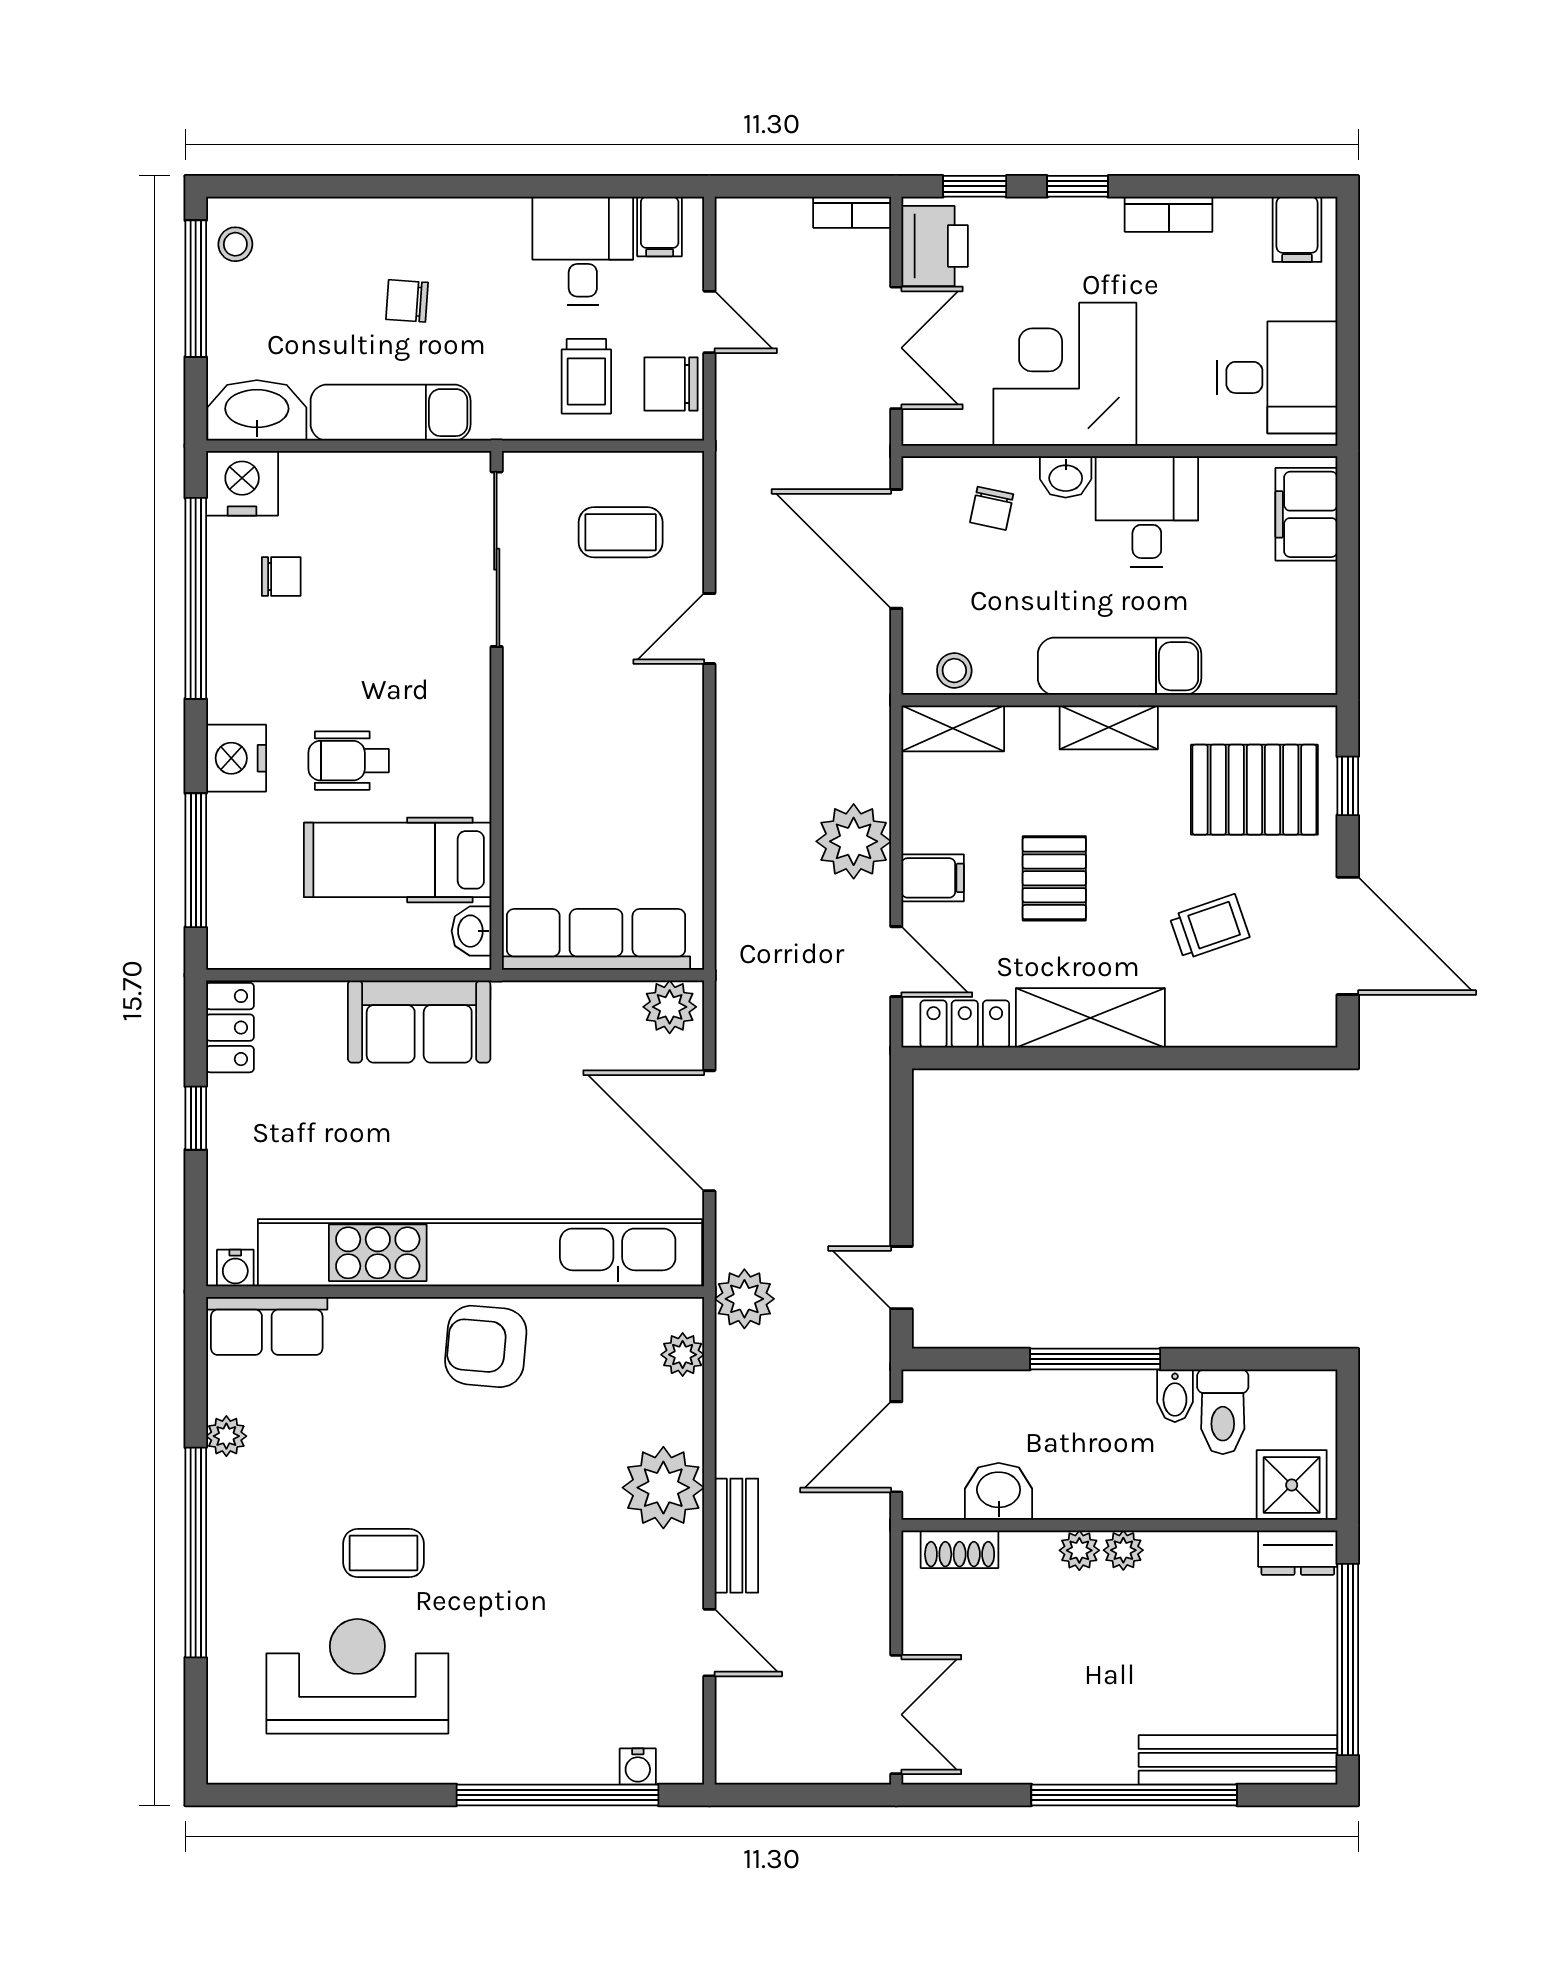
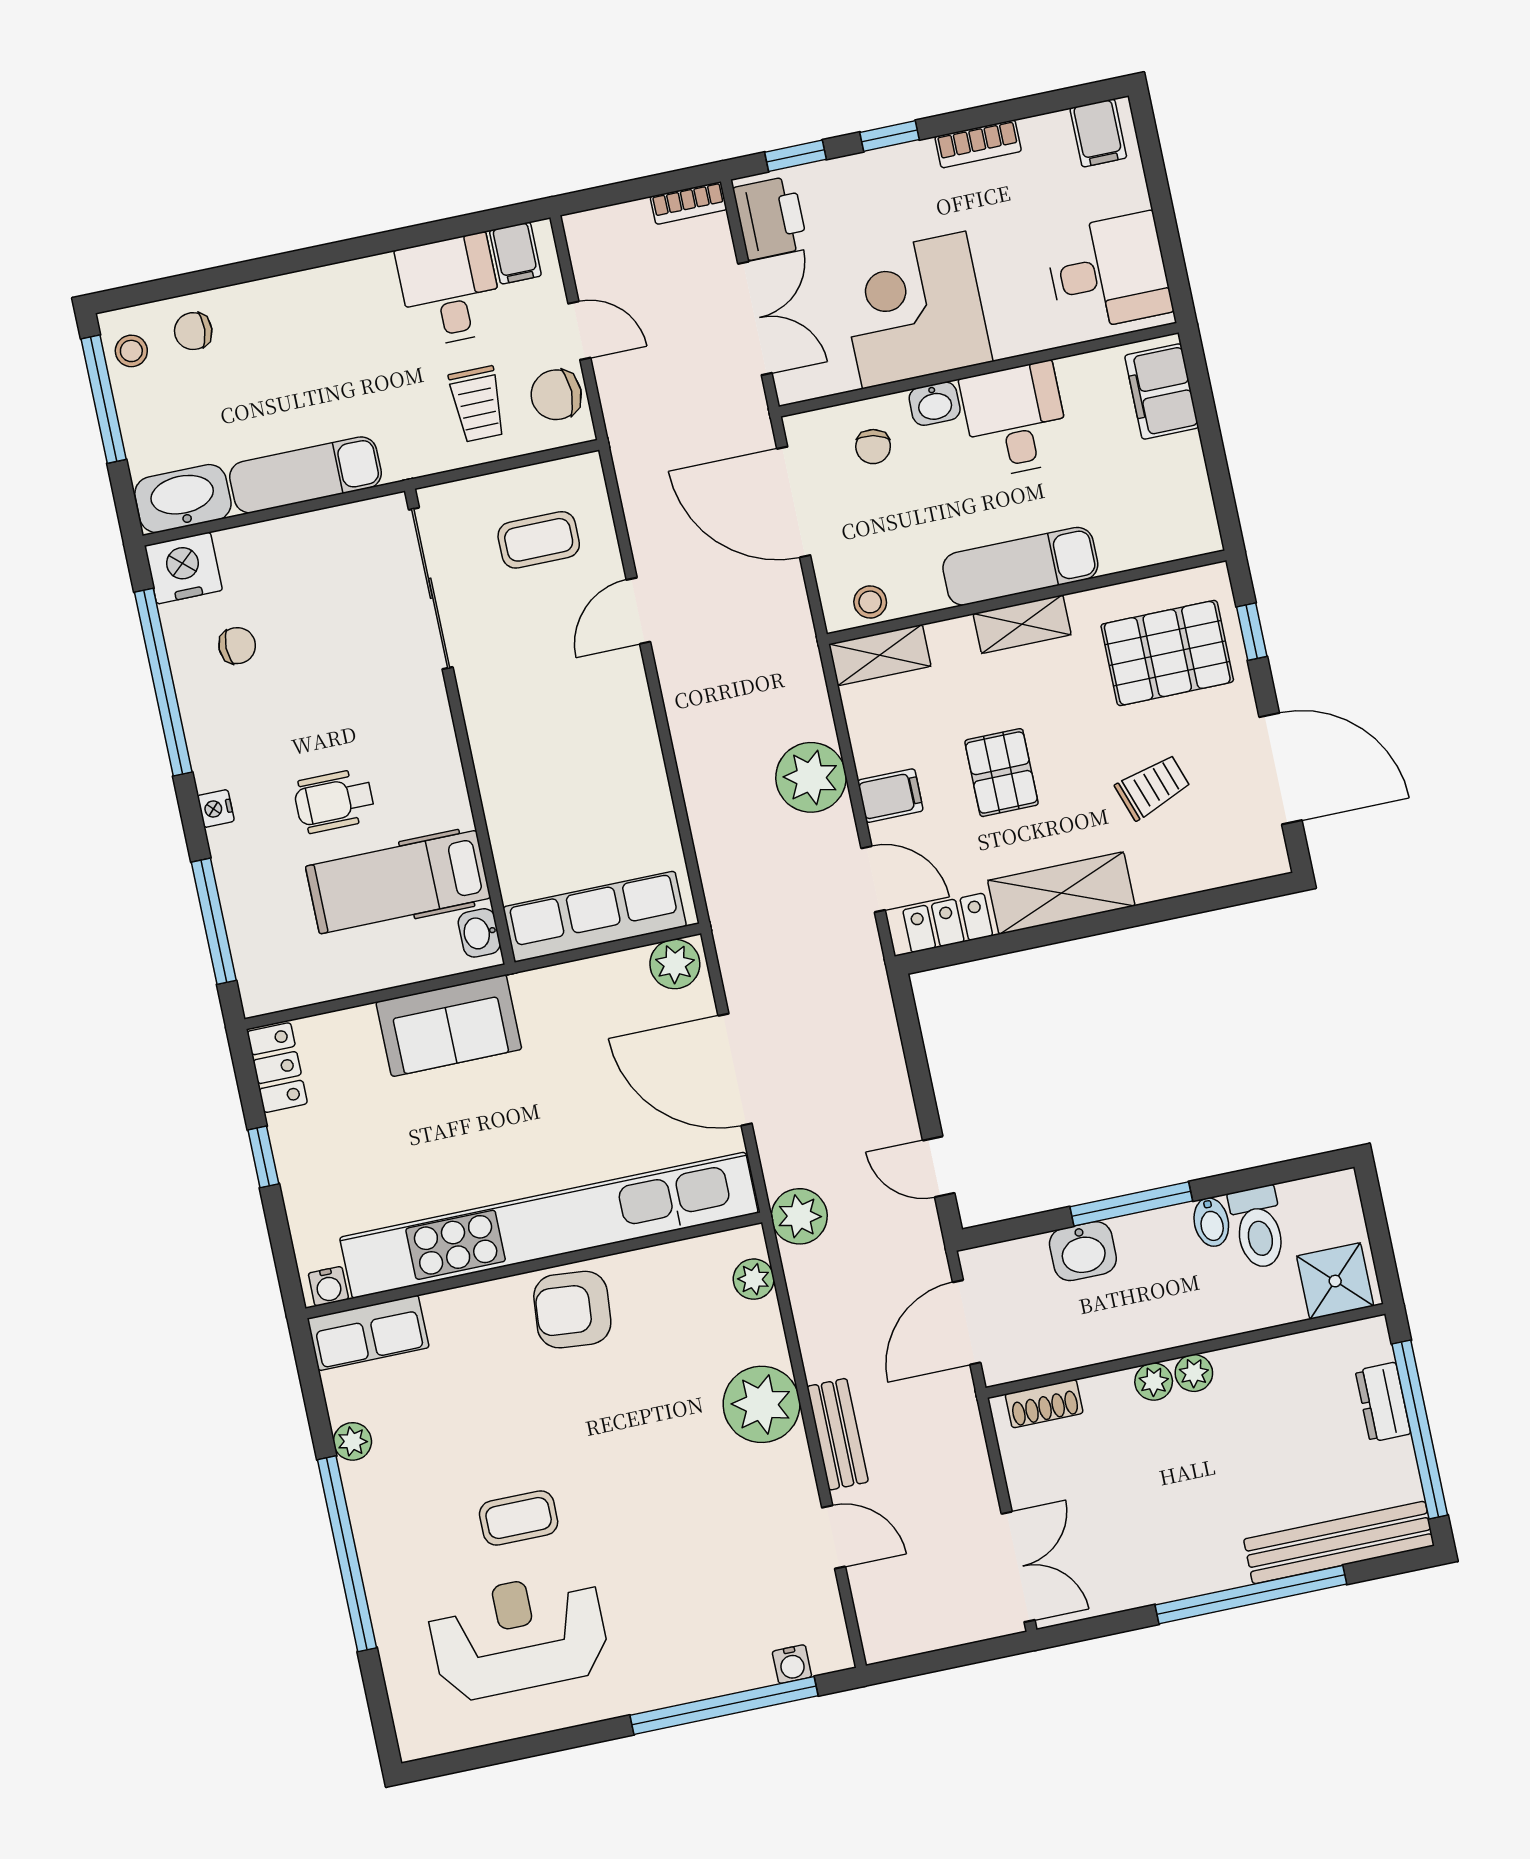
chair: (407, 301) -> (193, 331), moved
nightstand: (236, 758) -> (216, 808), width x0.53, depth x0.56
washbasin: (999, 1491) -> (1083, 1251), moved, turned 180
dresser: (1298, 1553) -> (1383, 1402), moved, turned 90

